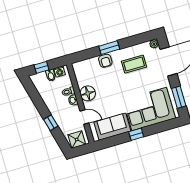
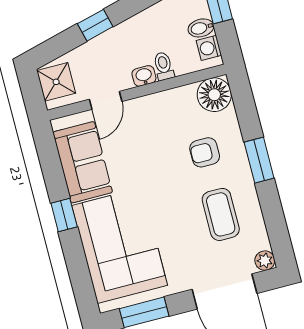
armchair: (105, 61) -> (205, 152), moved
floor lamp: (88, 93) -> (214, 95), moved

